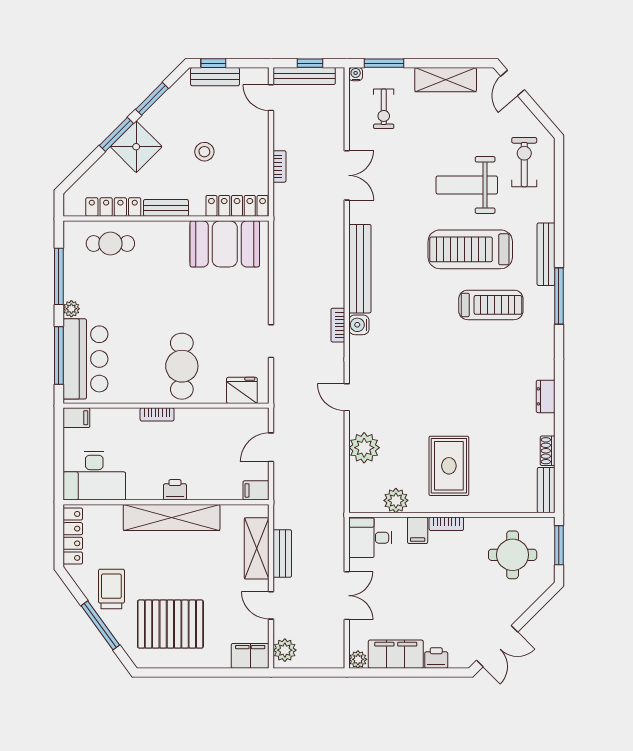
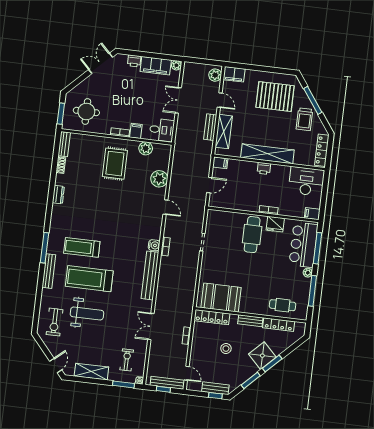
treadmill: (470, 249) -> (89, 279), turned 180
fridge: (242, 390) -> (275, 224), moved

